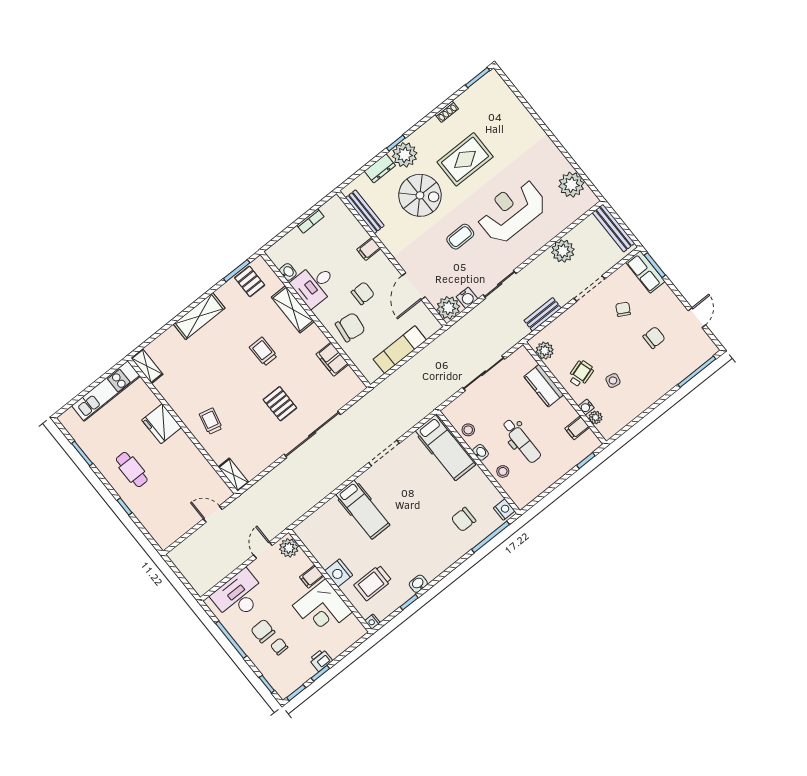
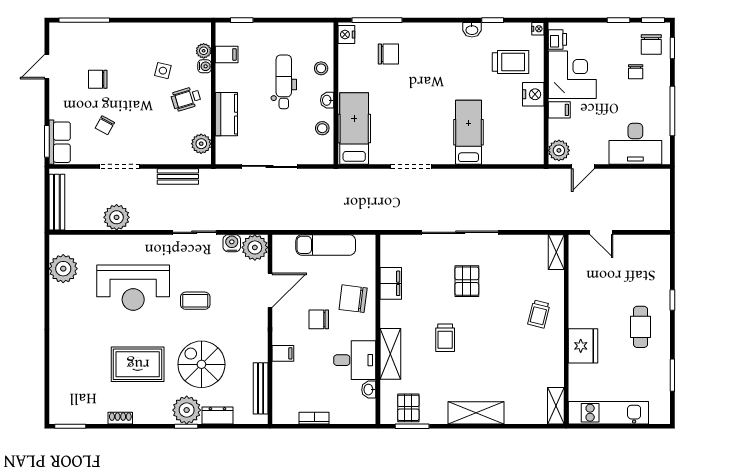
chair: (263, 631) -> (651, 44), moved
printer: (321, 660) -> (557, 39), moved, turned -90

